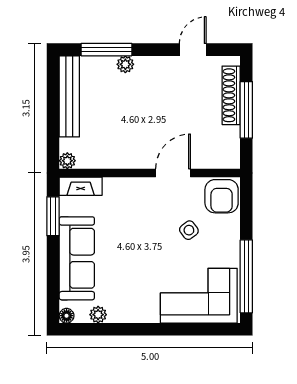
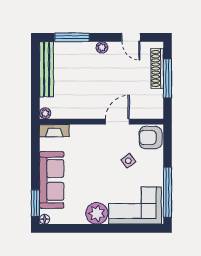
door: (193, 50) -> (131, 37), swing flipped
plant: (125, 64) -> (102, 47), moved
armchair: (222, 196) -> (151, 138), turned 90
window: (53, 216) -> (35, 203), moved
plant: (98, 315) -> (97, 213), moved, width x1.88, depth x1.88

